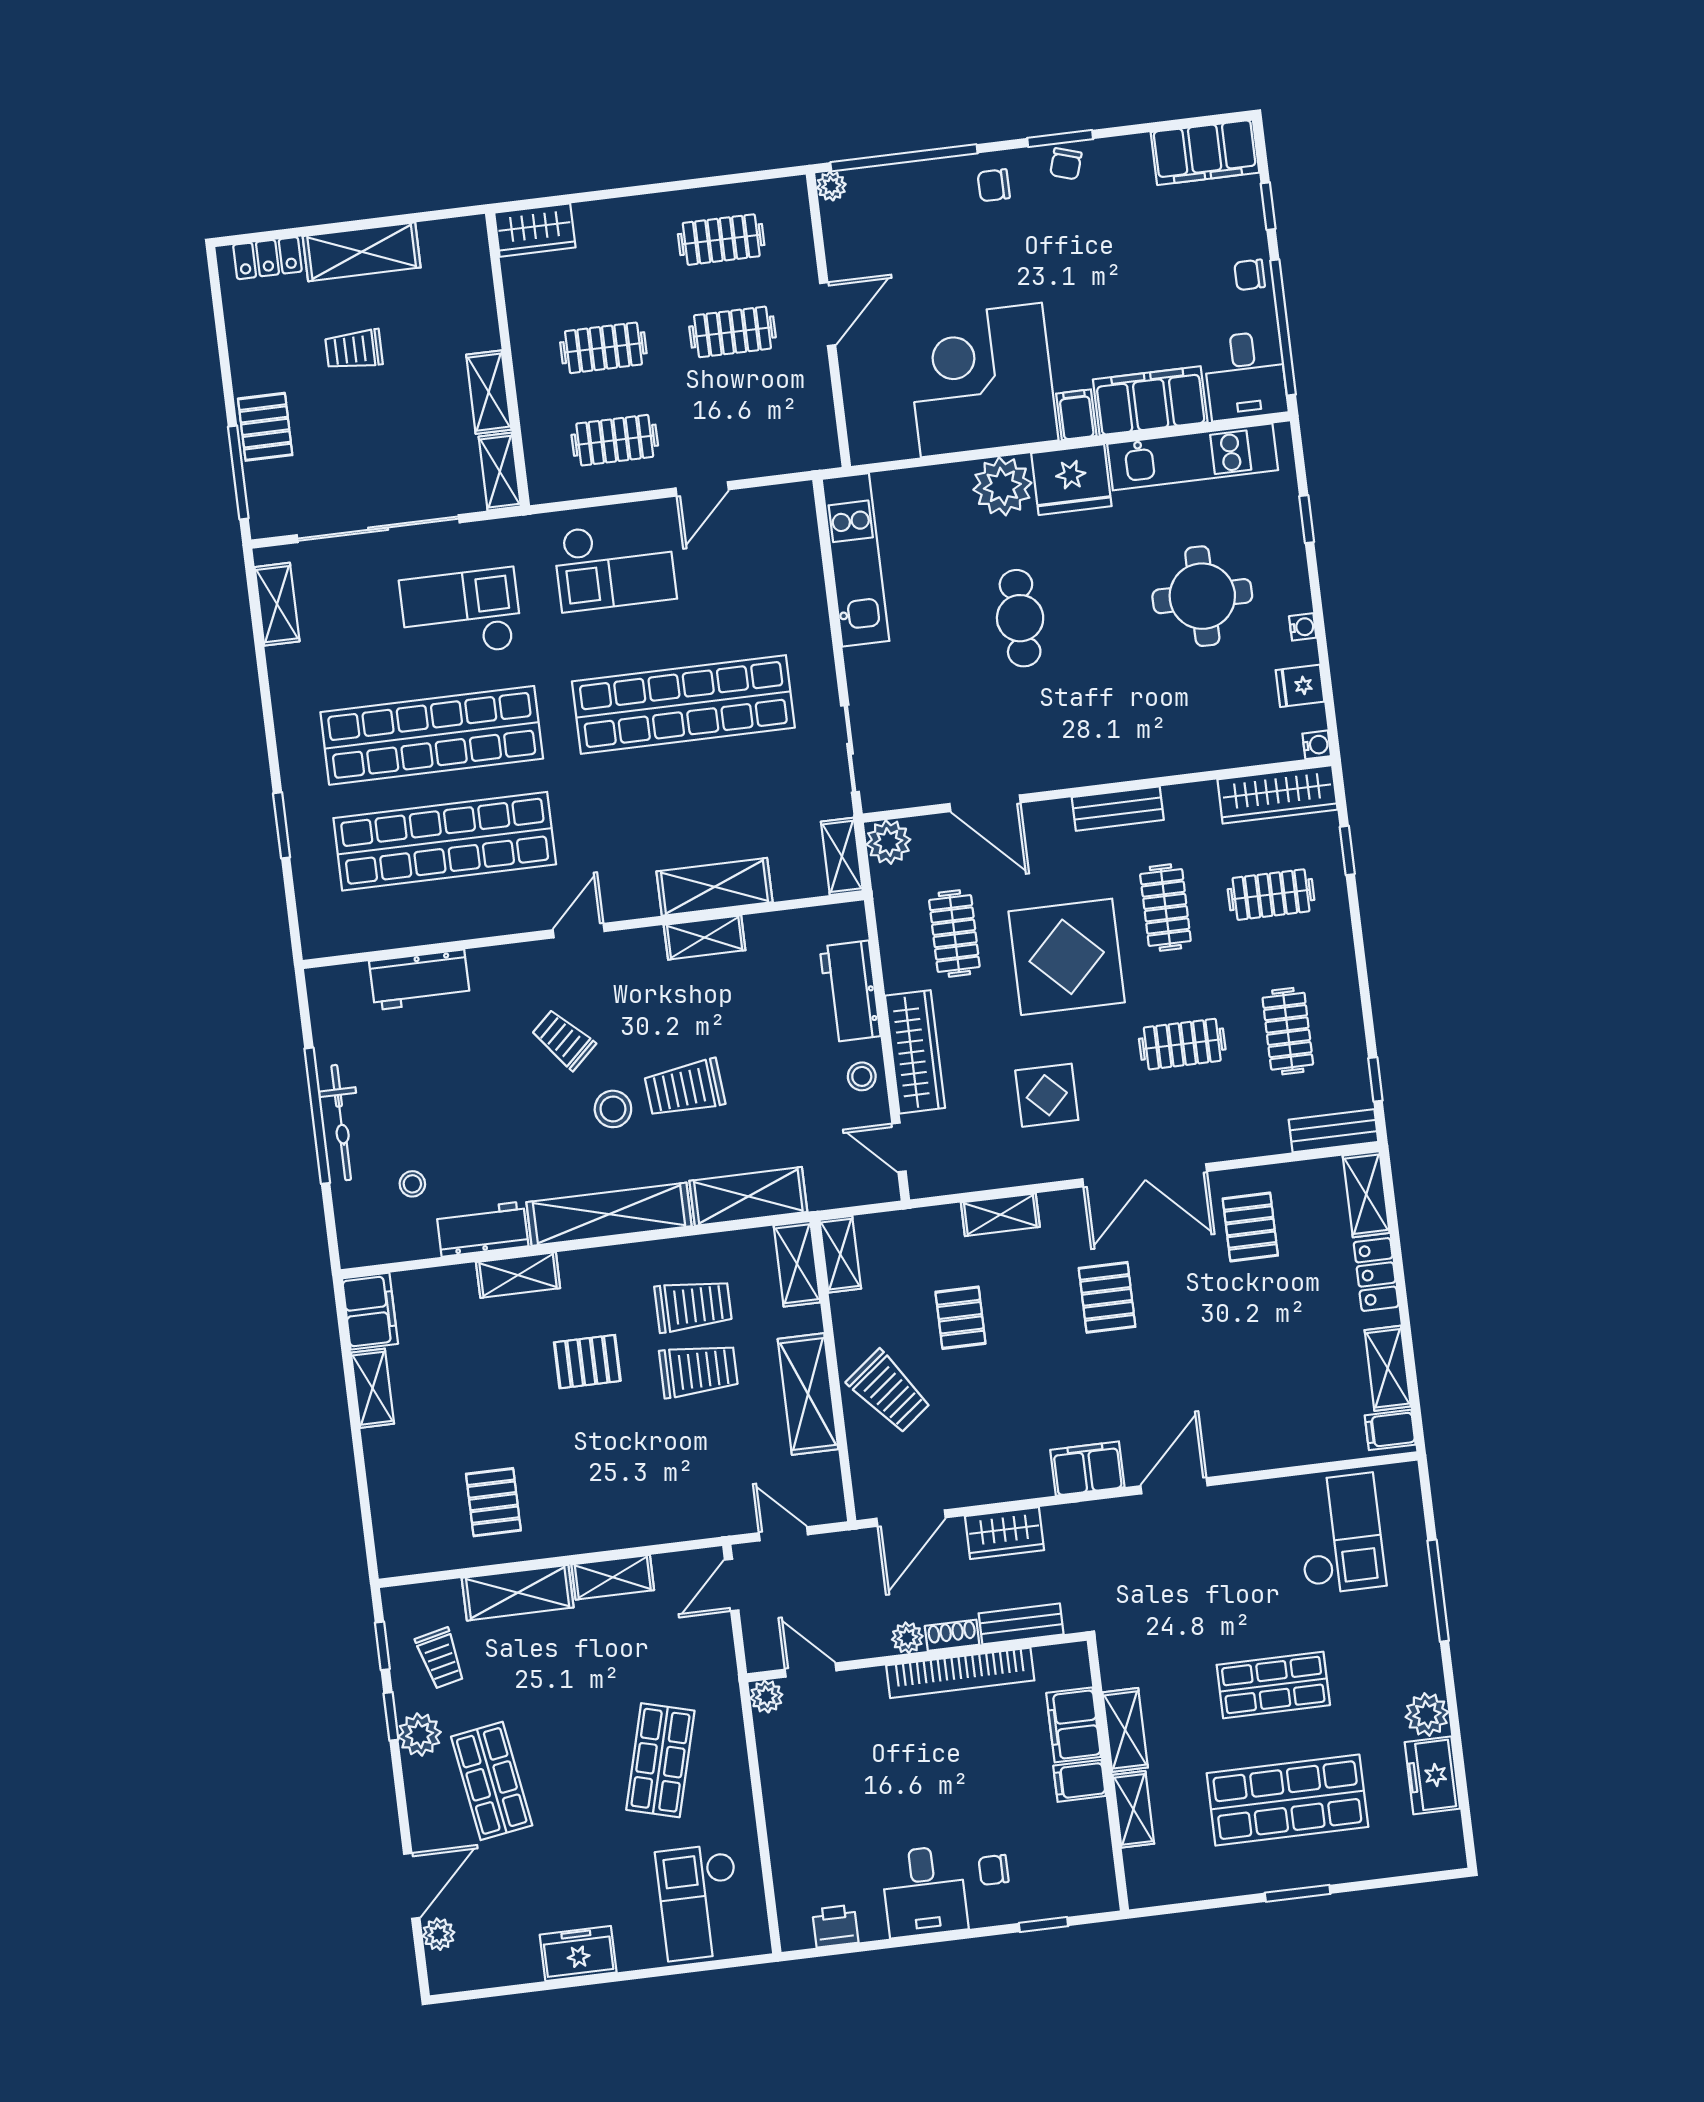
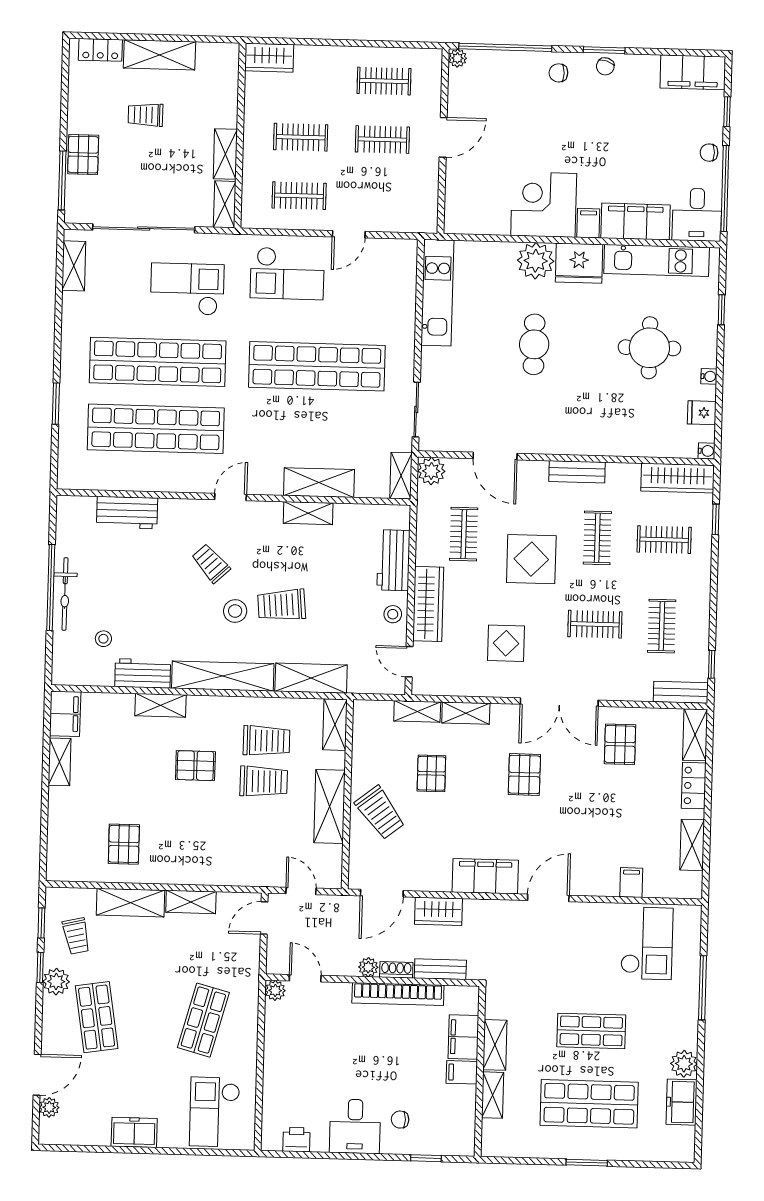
corner desk: (981, 380) -> (544, 205), width x0.74, depth x0.74
display table: (1067, 957) -> (531, 559), width x0.73, depth x0.73
shelving: (840, 1254) -> (417, 711), moved, turned 90
filing cabinet: (1390, 1430) -> (631, 883), moved, turned 90
filing cabinet: (1087, 1468) -> (485, 876), width x1.50, depth x1.17

